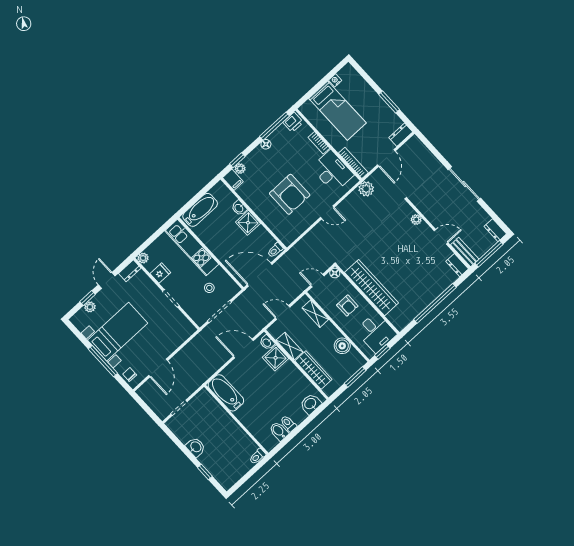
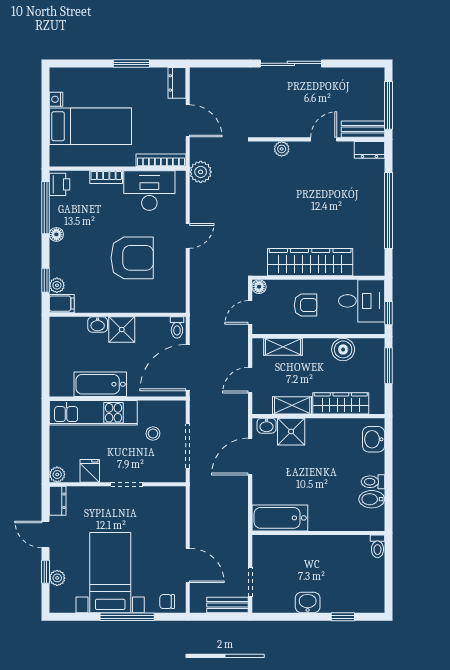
bathtub: (200, 210) -> (100, 384), moved, turned -90
dresser: (495, 230) -> (370, 76), removed
bench: (156, 407) -> (228, 605), added

